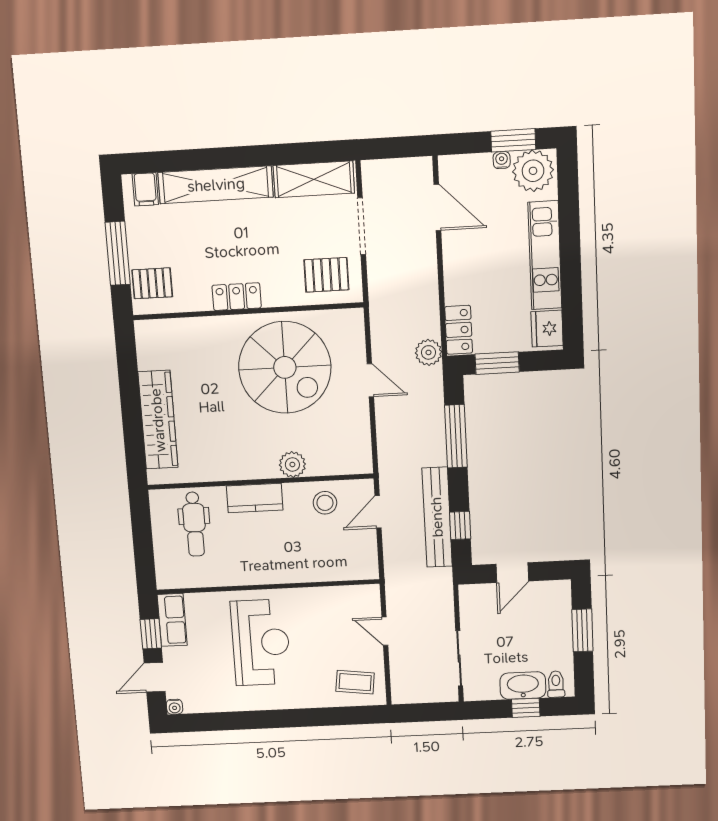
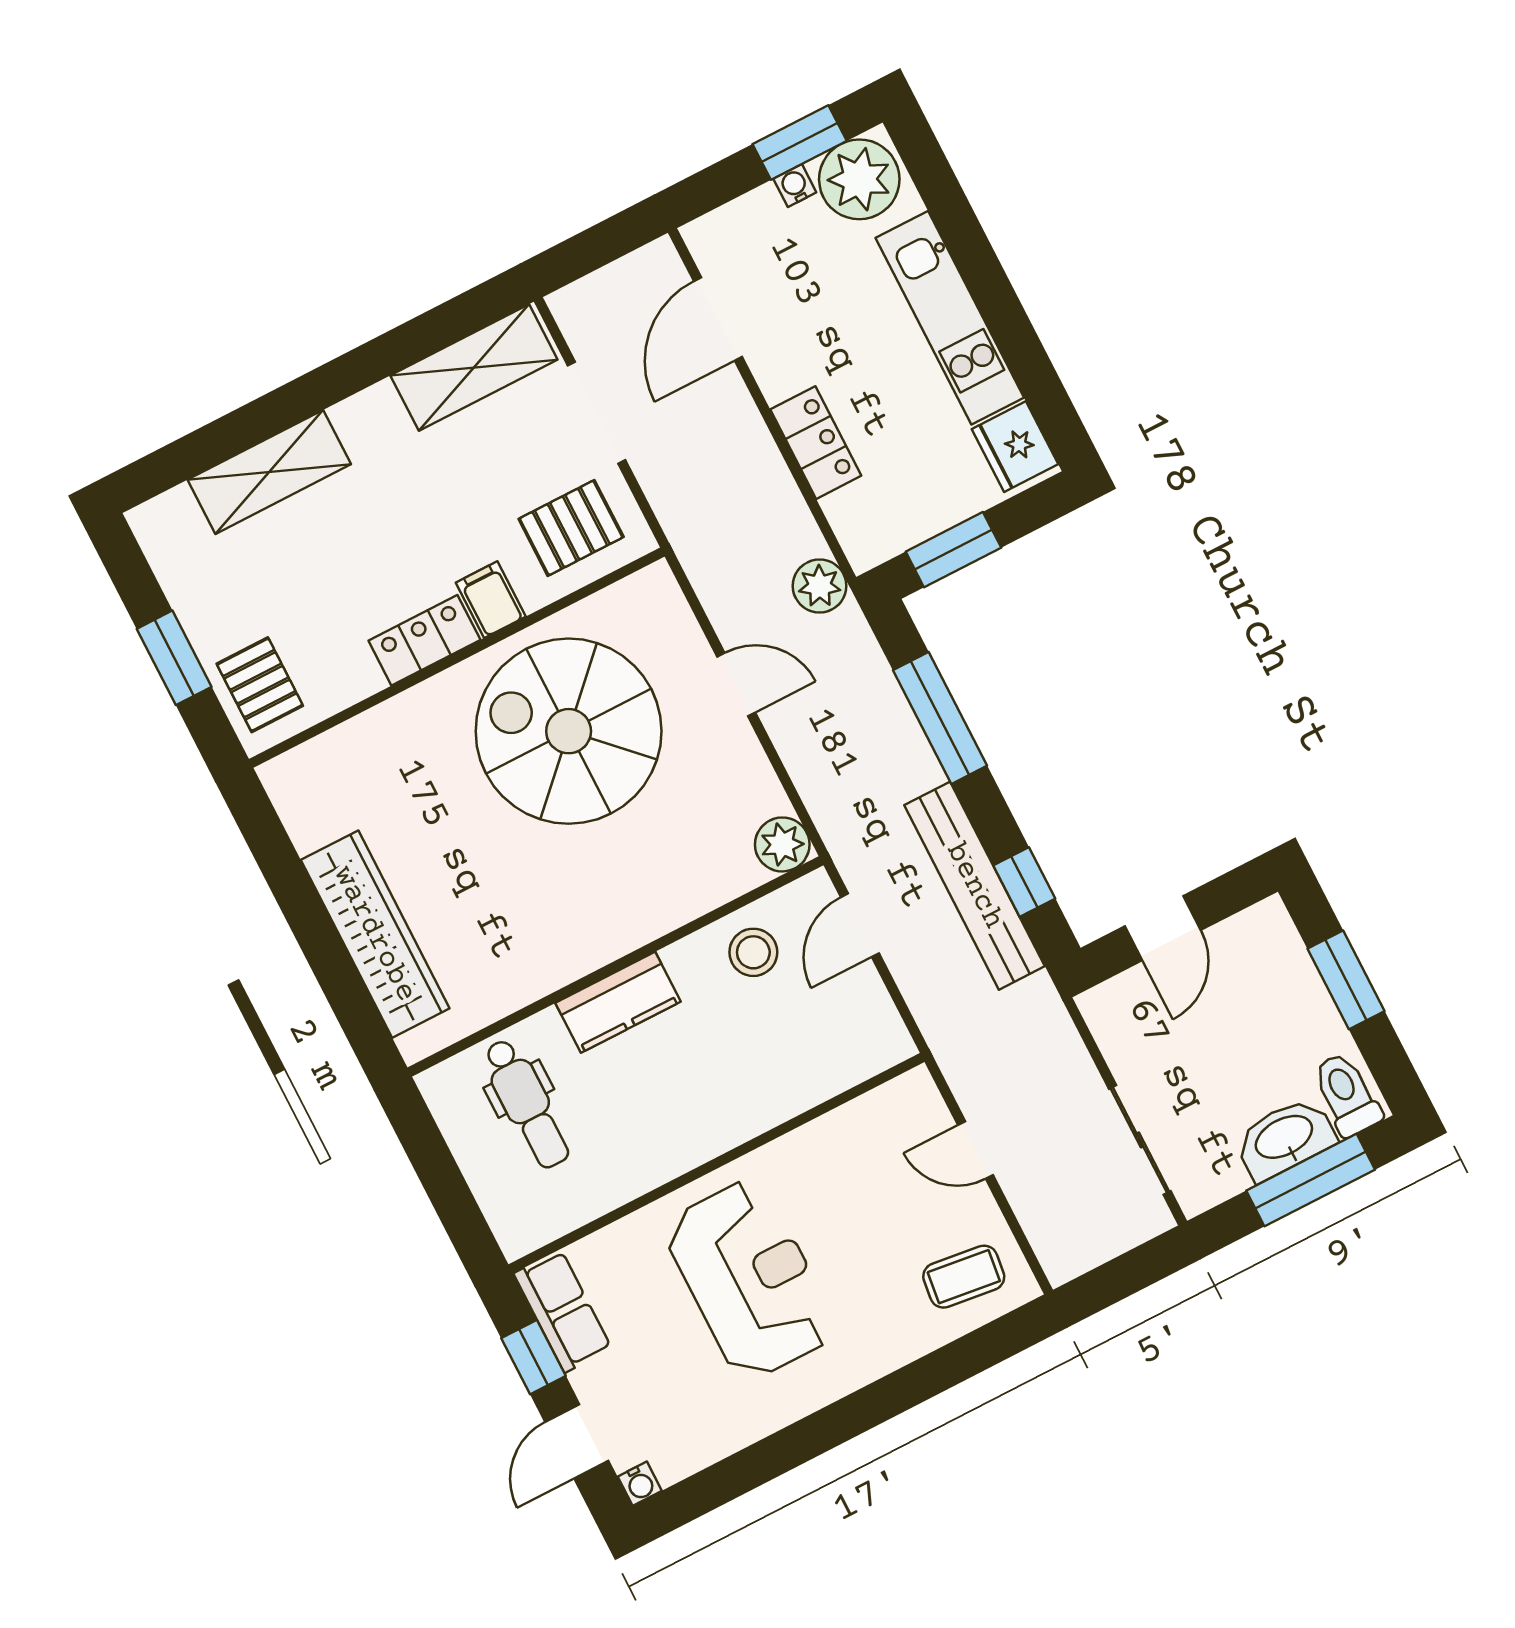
shelving: (216, 185) -> (269, 472), width x0.68
filing cabinet: (145, 189) -> (491, 600), moved, turned 180
door: (437, 207) -> (718, 319), swing flipped
window: (118, 253) -> (174, 658), width x0.69
pallet: (152, 283) -> (260, 685), turned 90
locker: (459, 330) -> (816, 443), moved
spiral stairs: (285, 367) -> (569, 731), turned 180
plant: (292, 464) -> (782, 844), moved
toilet: (556, 684) -> (1347, 1094), width x1.37, depth x1.39
window: (526, 708) -> (1311, 1180), width x2.17

